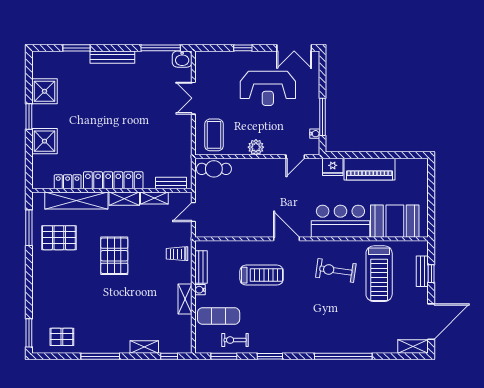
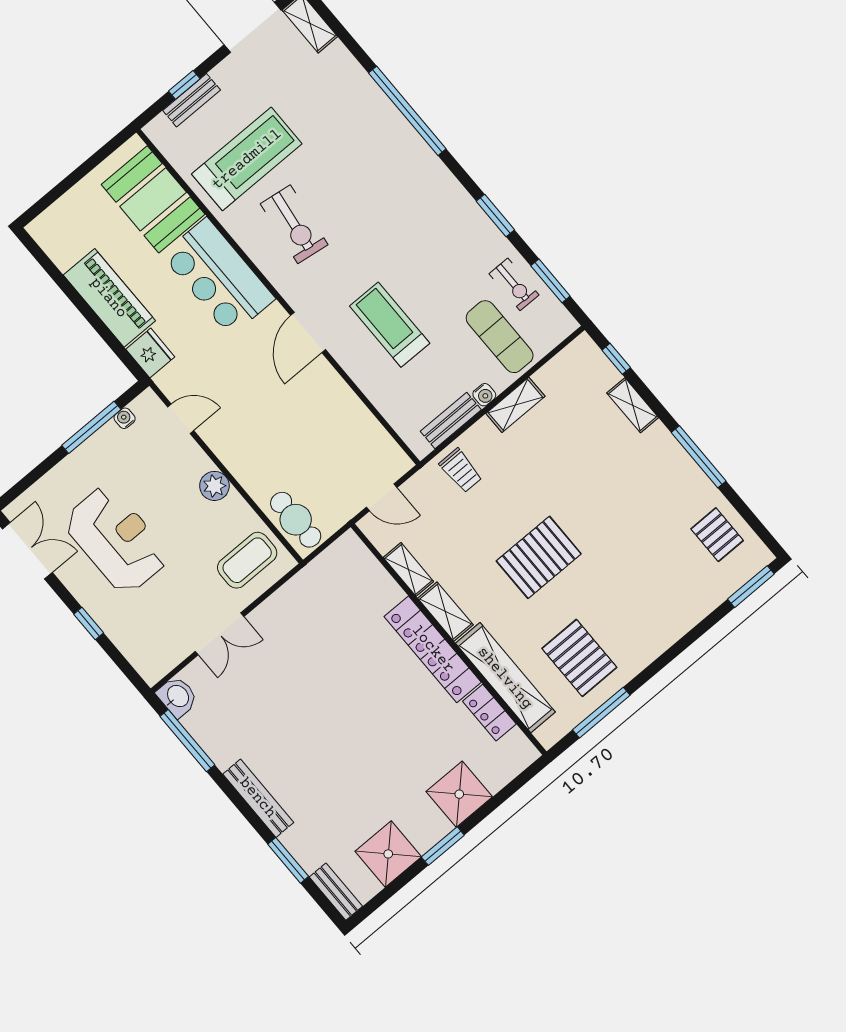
bench: (171, 183) -> (336, 892), moved

